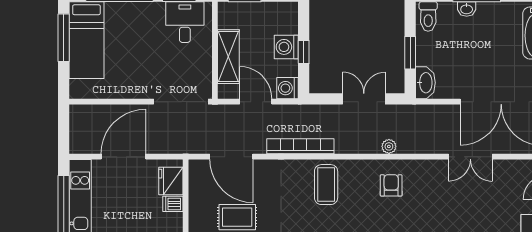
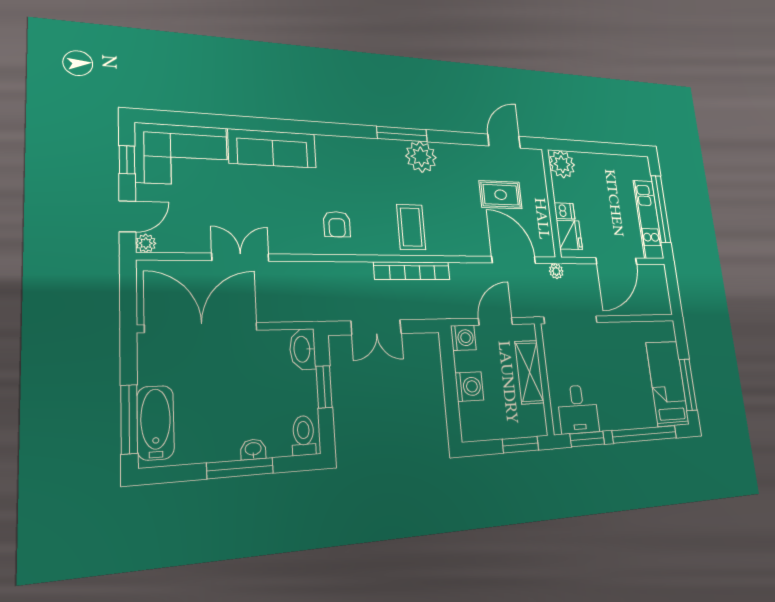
window: (304, 52) -> (450, 381), removed
door: (256, 102) -> (496, 321), swing flipped
bookcase: (300, 146) -> (412, 271), moved
plant: (389, 146) -> (556, 271), moved

